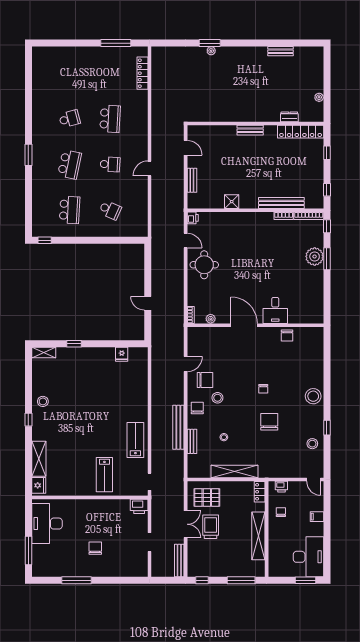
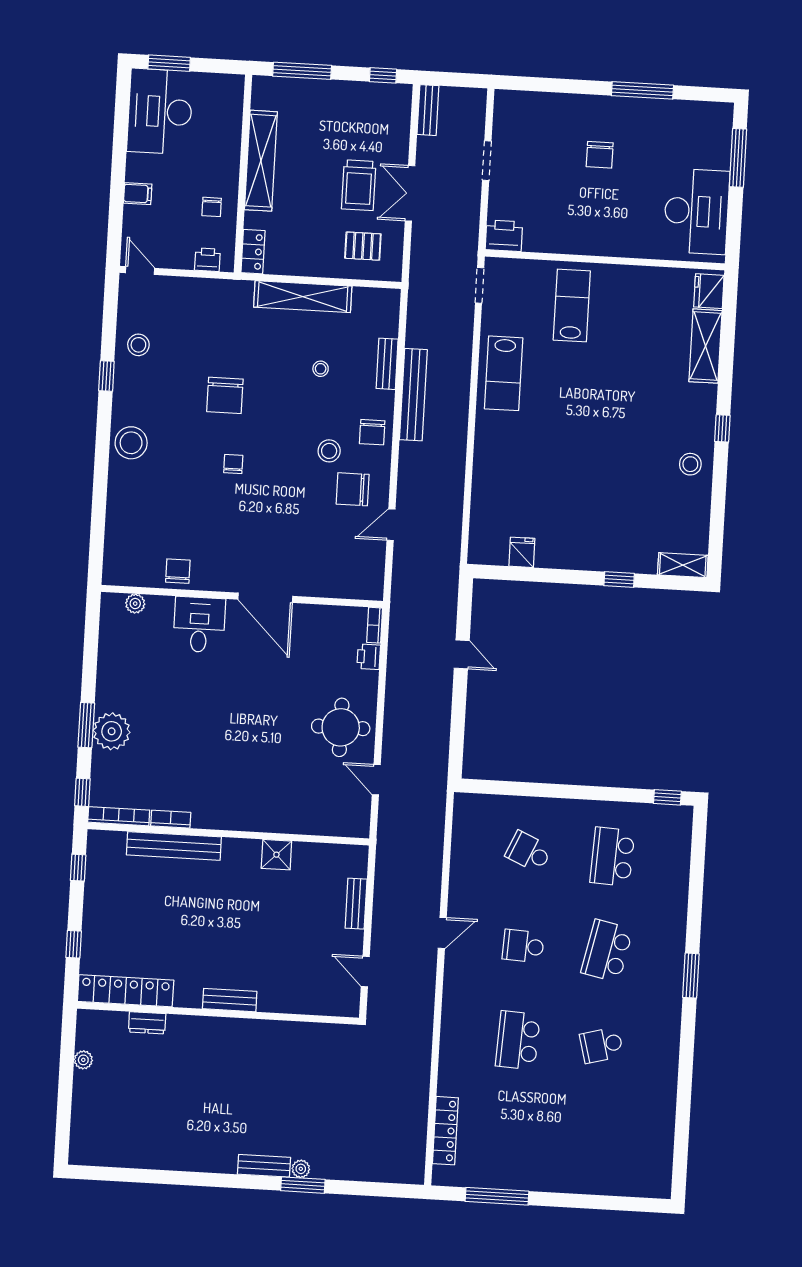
bench: (281, 51) -> (264, 1166), moved
printer: (193, 218) -> (369, 657), moved
plant: (211, 319) -> (135, 604), moved
pallet: (207, 498) -> (363, 246), width x0.67, depth x0.71
bench: (179, 560) -> (428, 110), width x0.73

